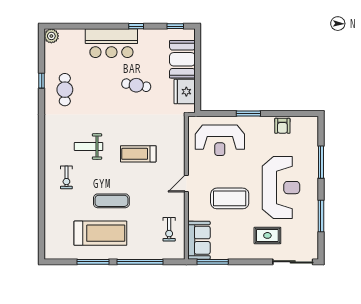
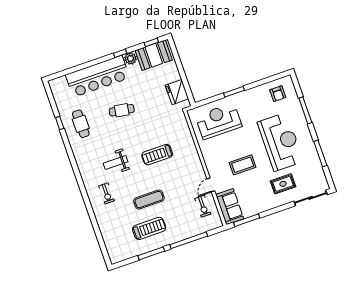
plant: (51, 36) -> (130, 58), moved
bar counter: (111, 43) -> (98, 76), width x1.36
booth: (182, 59) -> (154, 55), moved, turned 90
cafe table: (136, 85) -> (122, 110), moved
armchair: (282, 126) -> (278, 94), moved
reception desk: (220, 140) -> (219, 121), turned 180
door: (186, 184) -> (211, 185), moved
coffee table: (230, 198) -> (243, 165), width x0.73, depth x0.76
treadmill: (100, 233) -> (149, 228), width x0.73, depth x0.73

